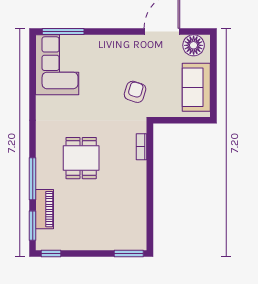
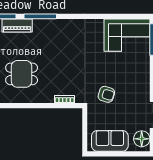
dining table: (81, 158) -> (22, 74), moved

